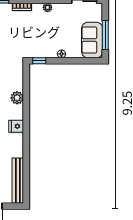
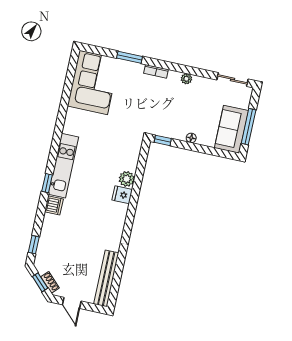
fridge: (16, 126) -> (122, 195), moved

